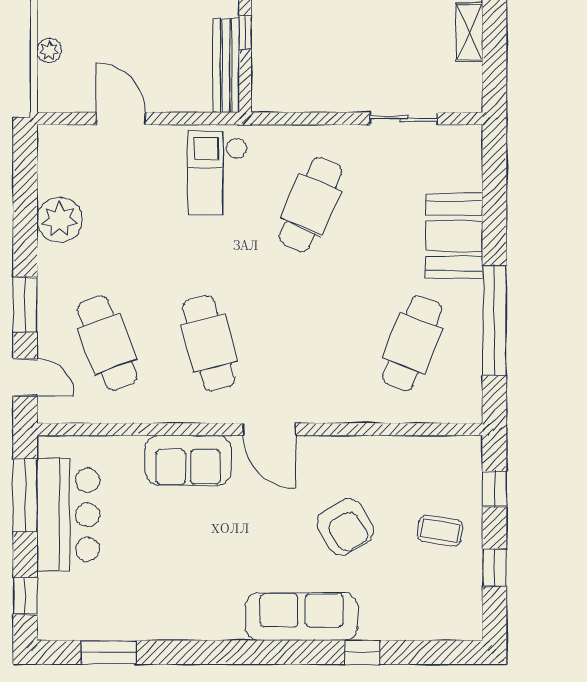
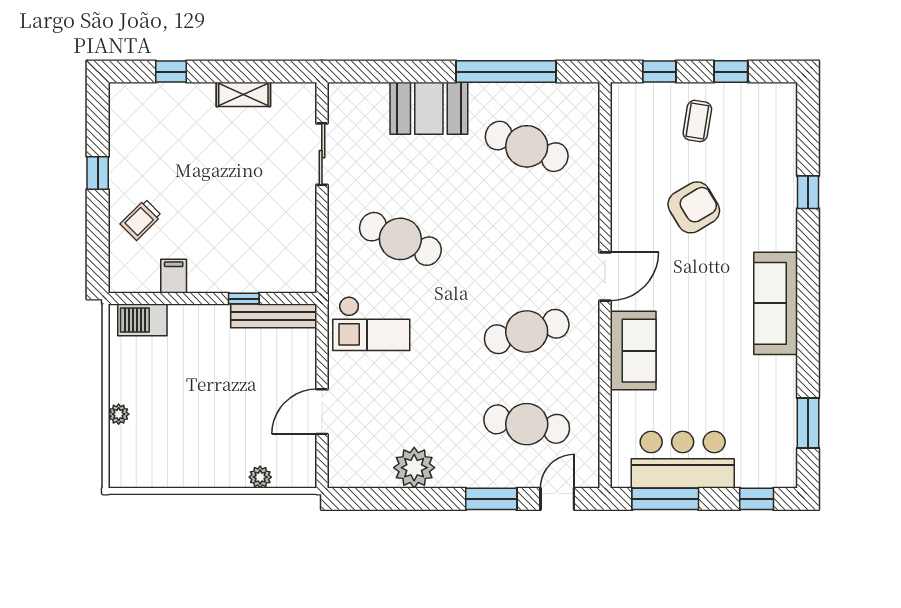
cafe table: (107, 343) -> (527, 424), turned 30
sofa: (302, 617) -> (776, 303), moved

